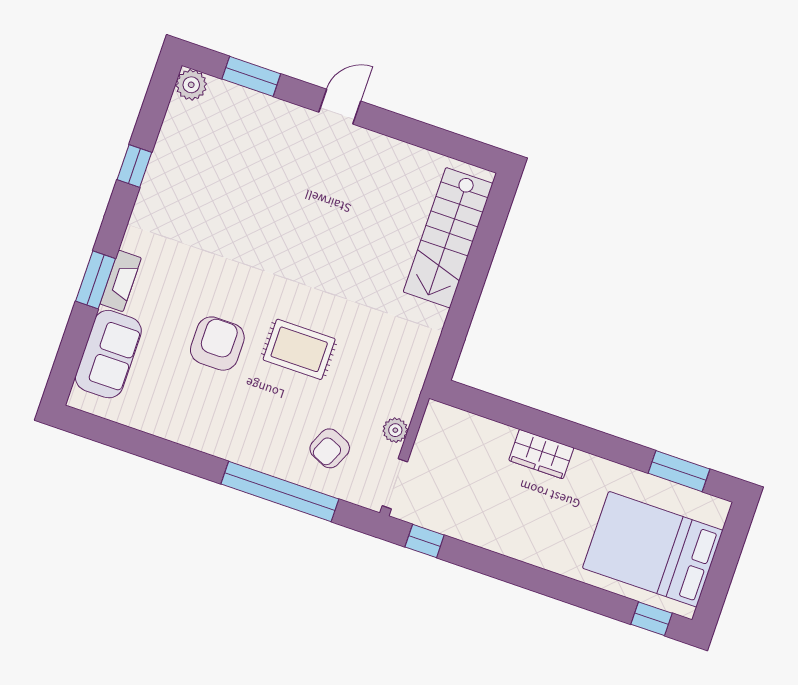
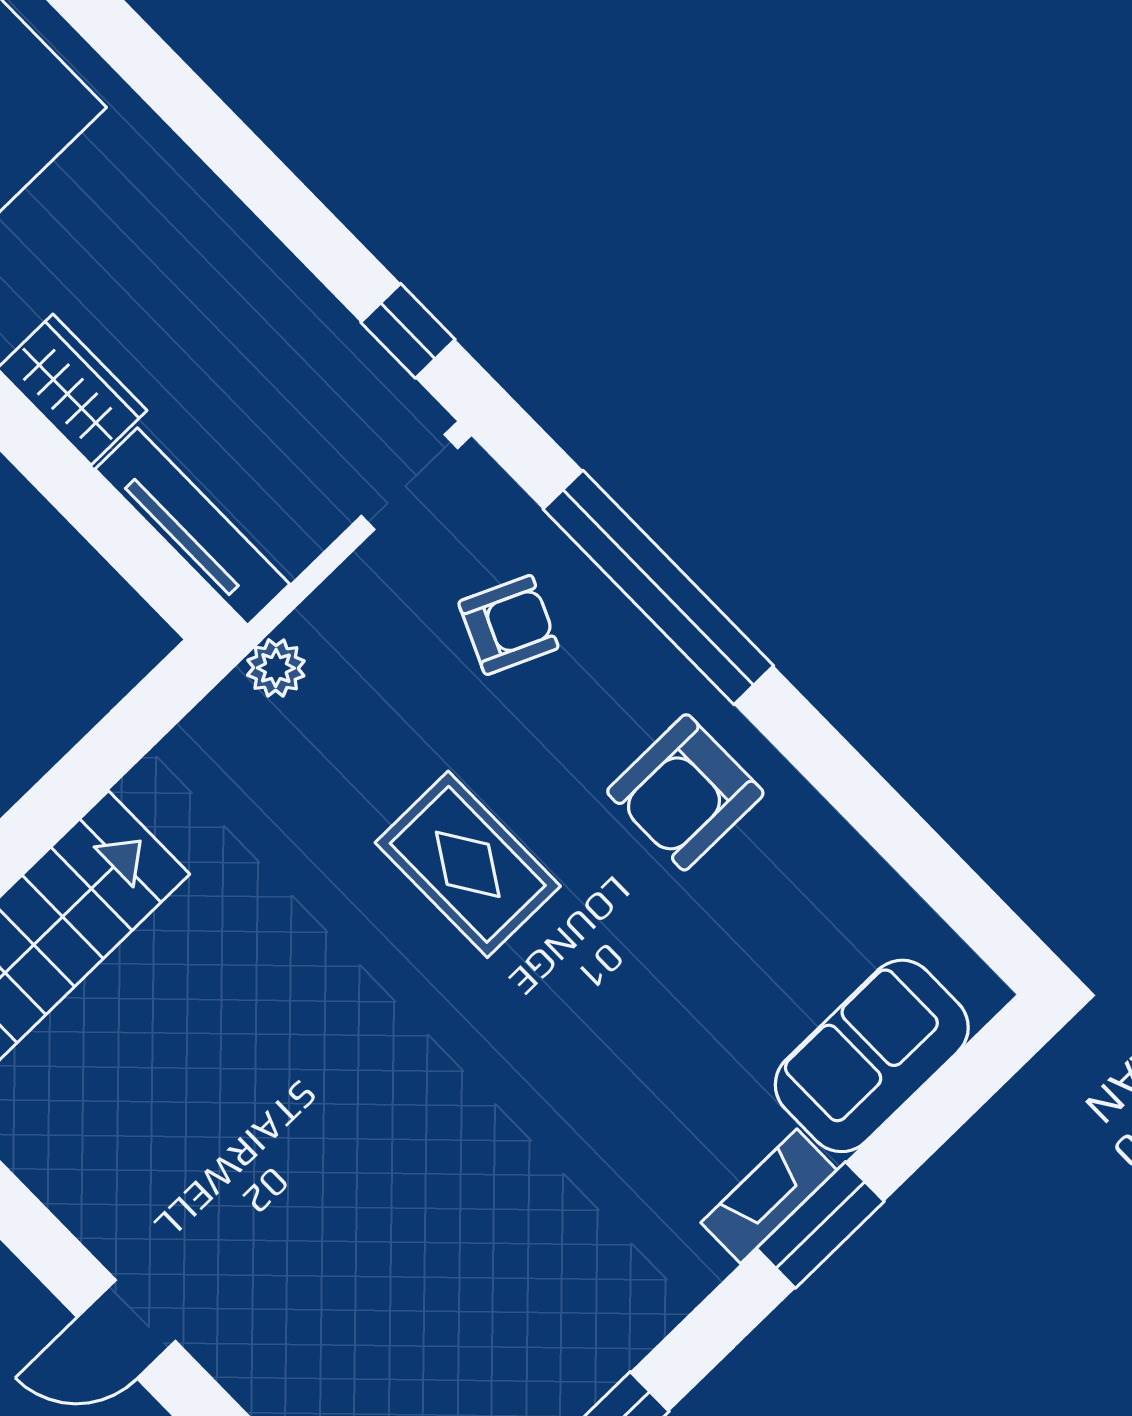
armchair: (217, 344) -> (685, 792), moved
tv unit: (469, 425) -> (192, 527), added
plant: (395, 430) -> (276, 668), moved

